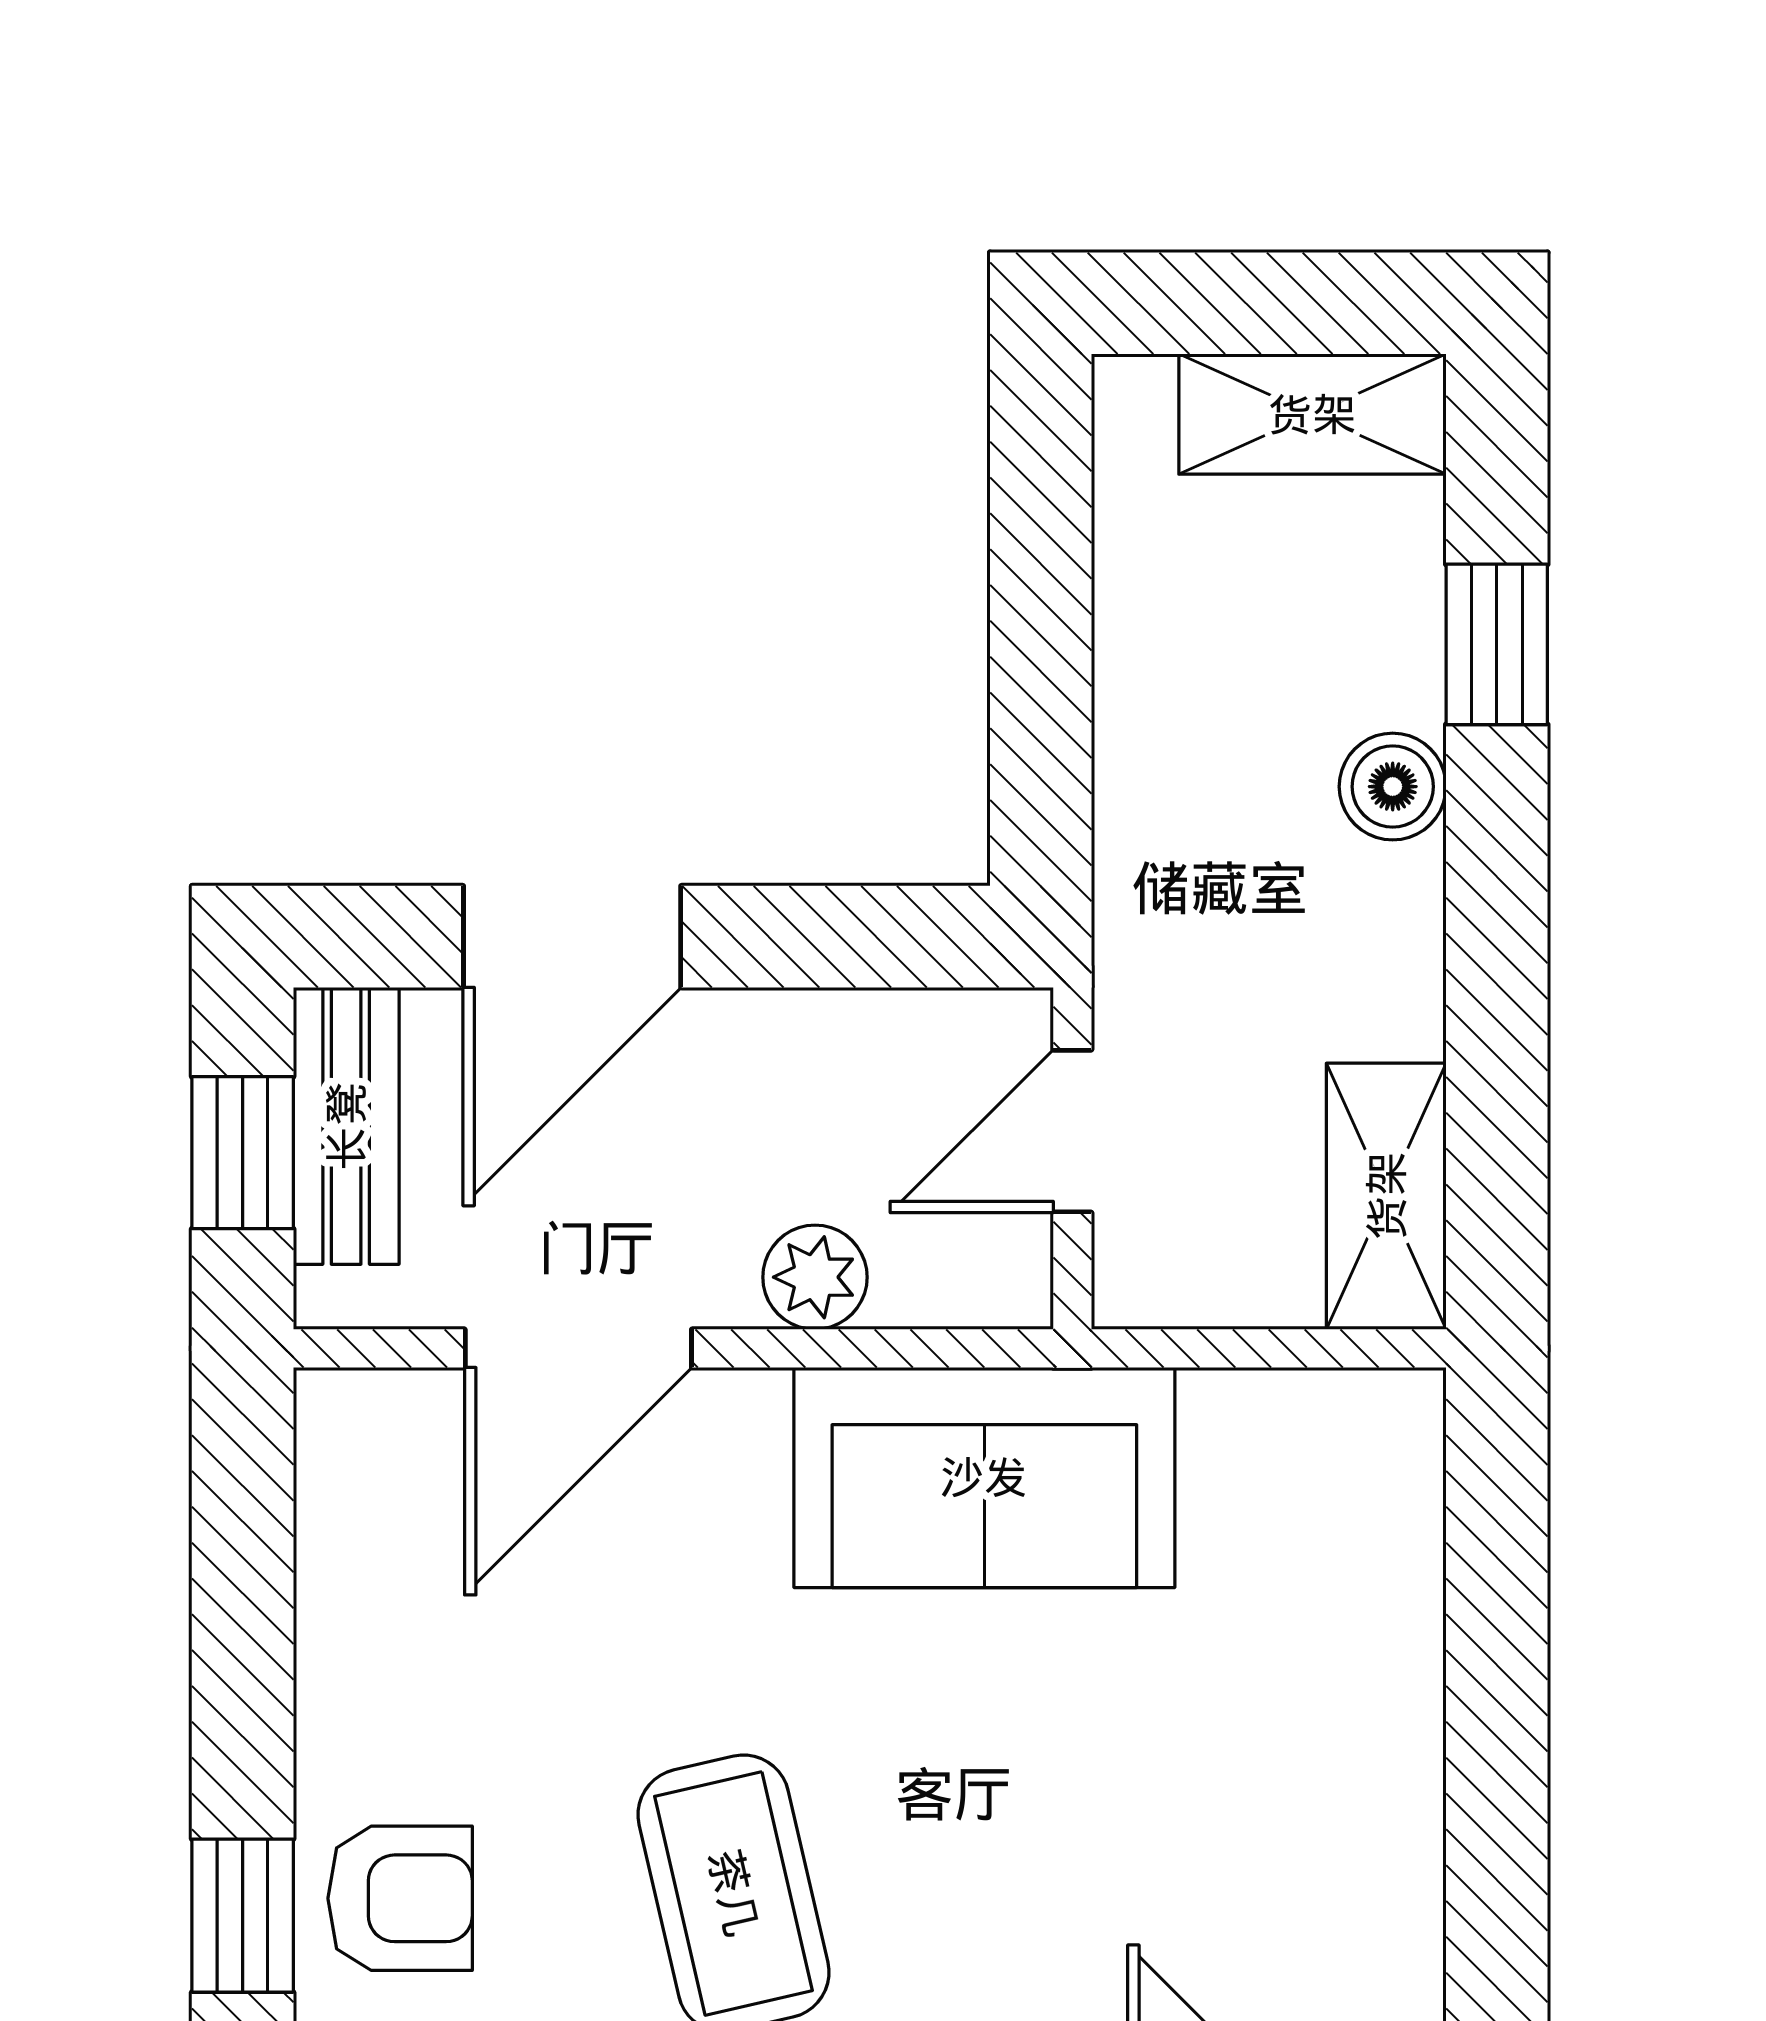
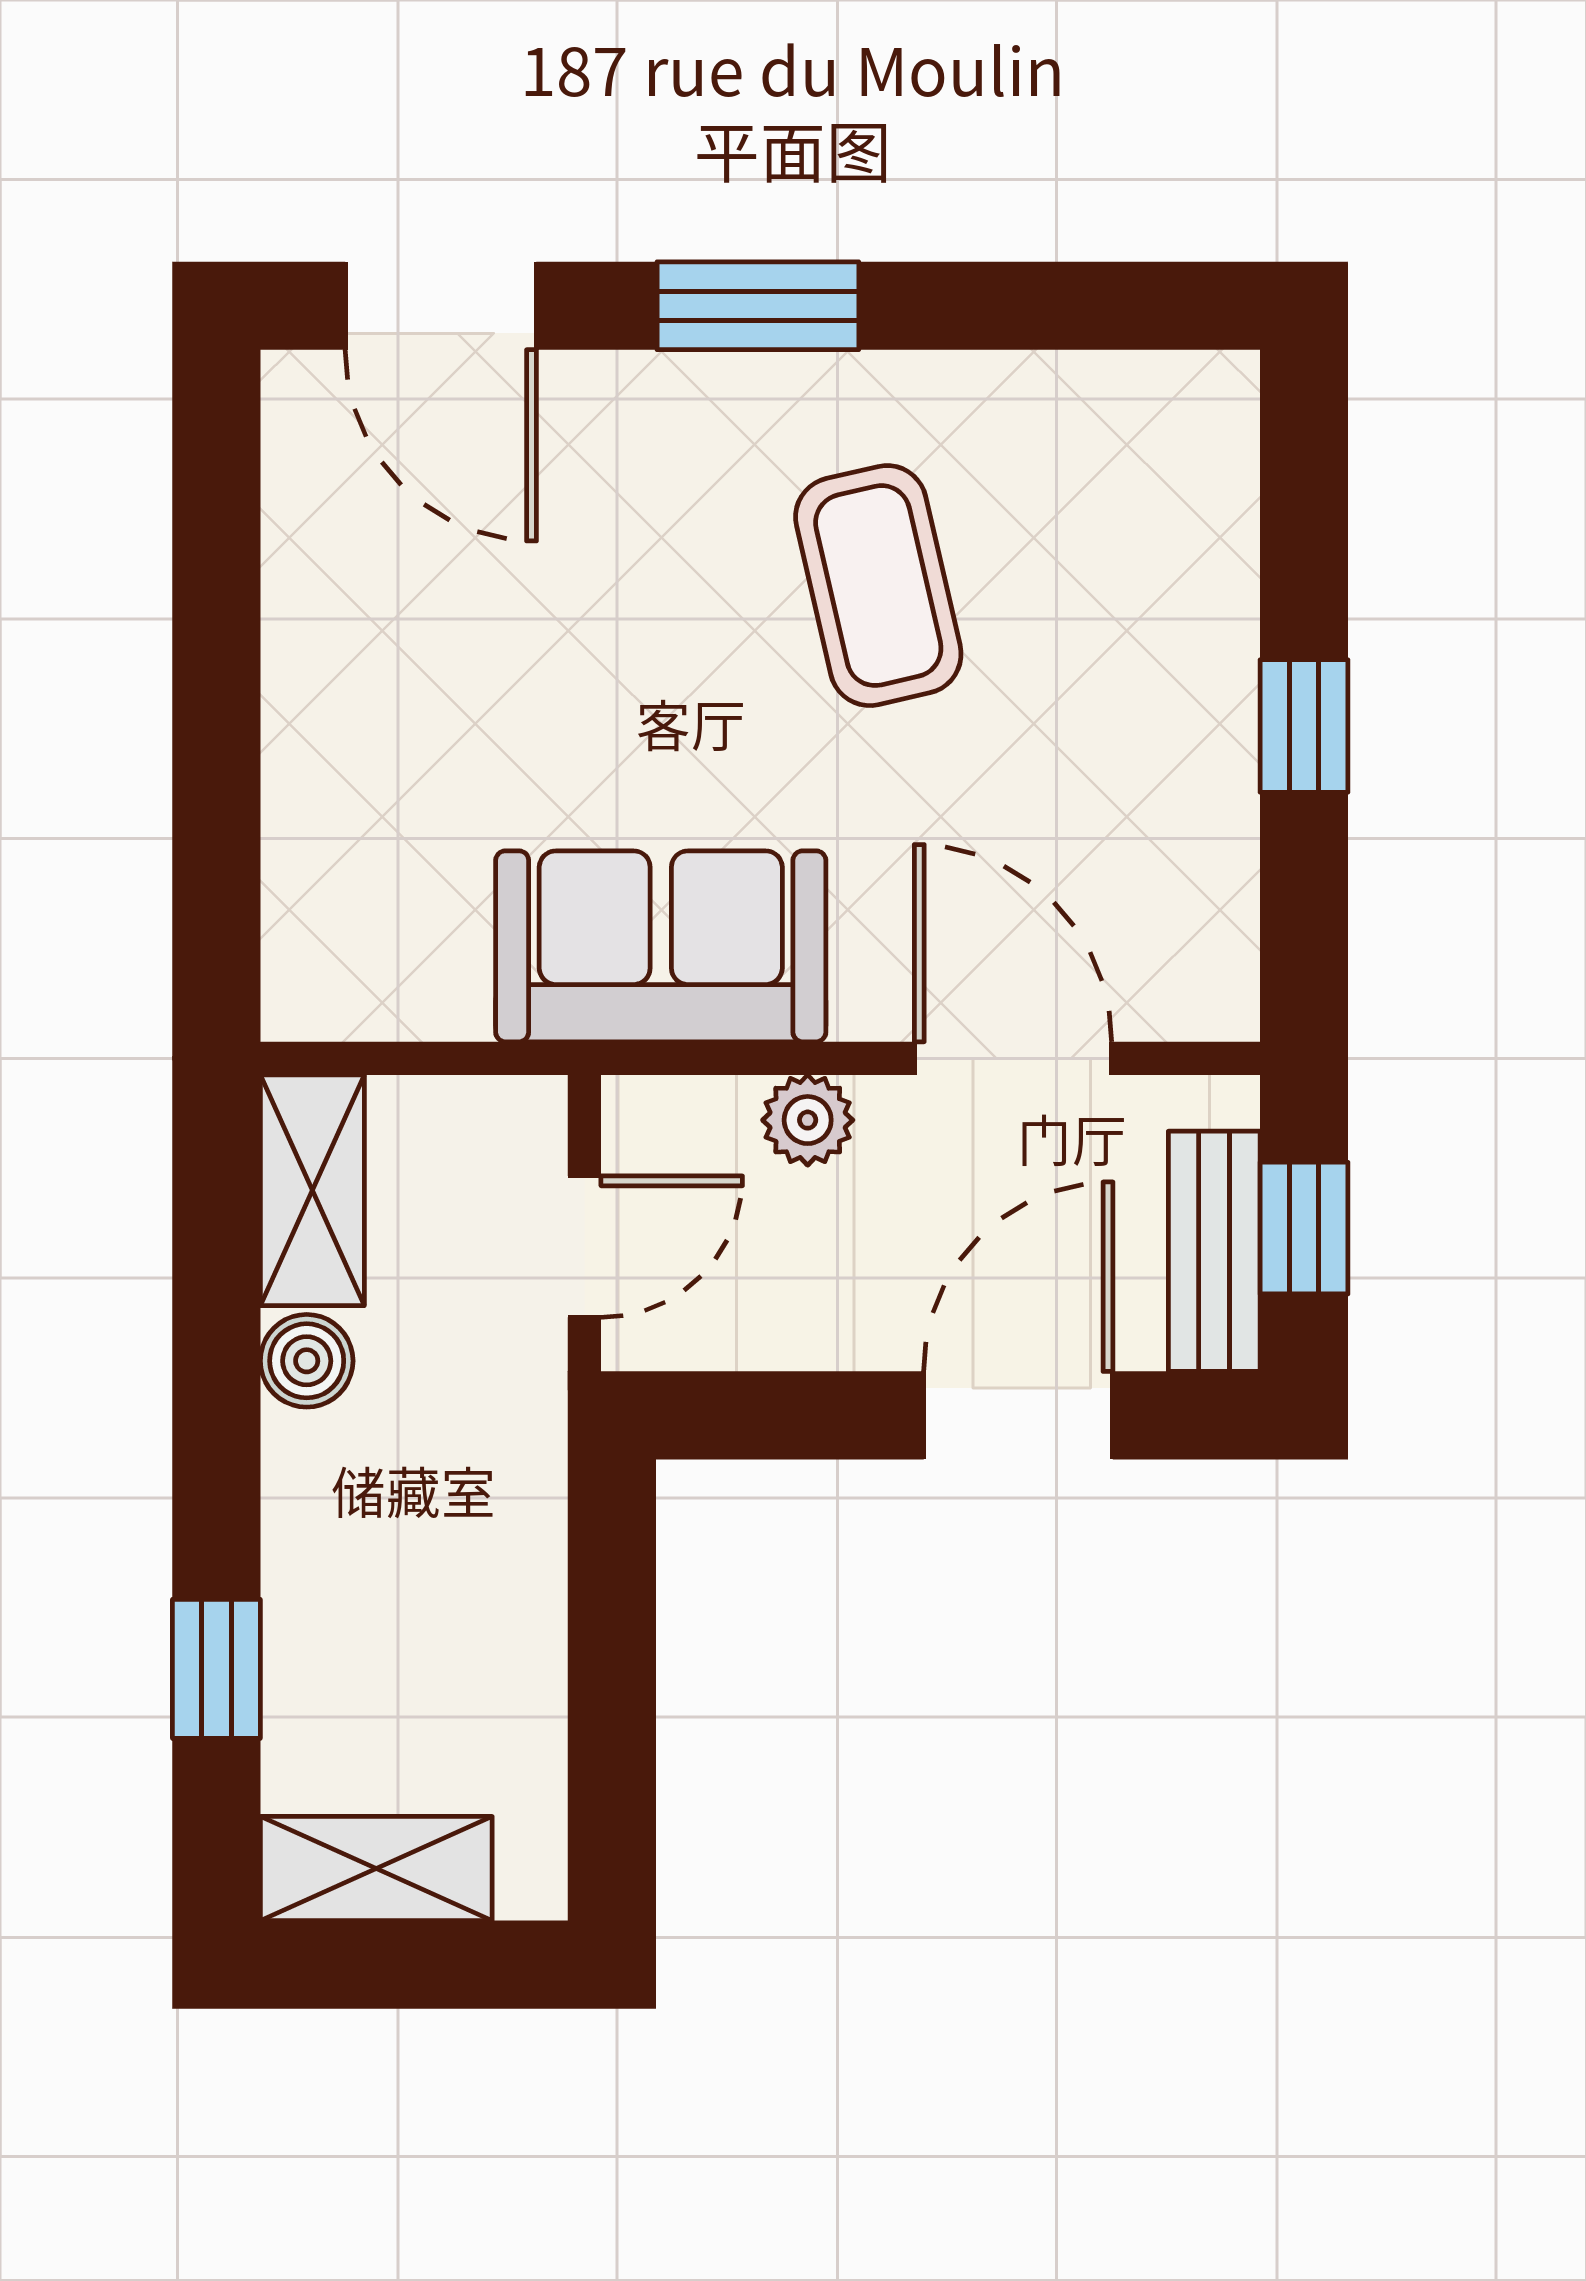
boiler: (1393, 787) -> (307, 1361), moved
door: (578, 1348) -> (1013, 1058), hinge flipped
armchair: (400, 1898) -> (1167, 581), removed
window: (243, 1916) -> (1304, 726), moved

